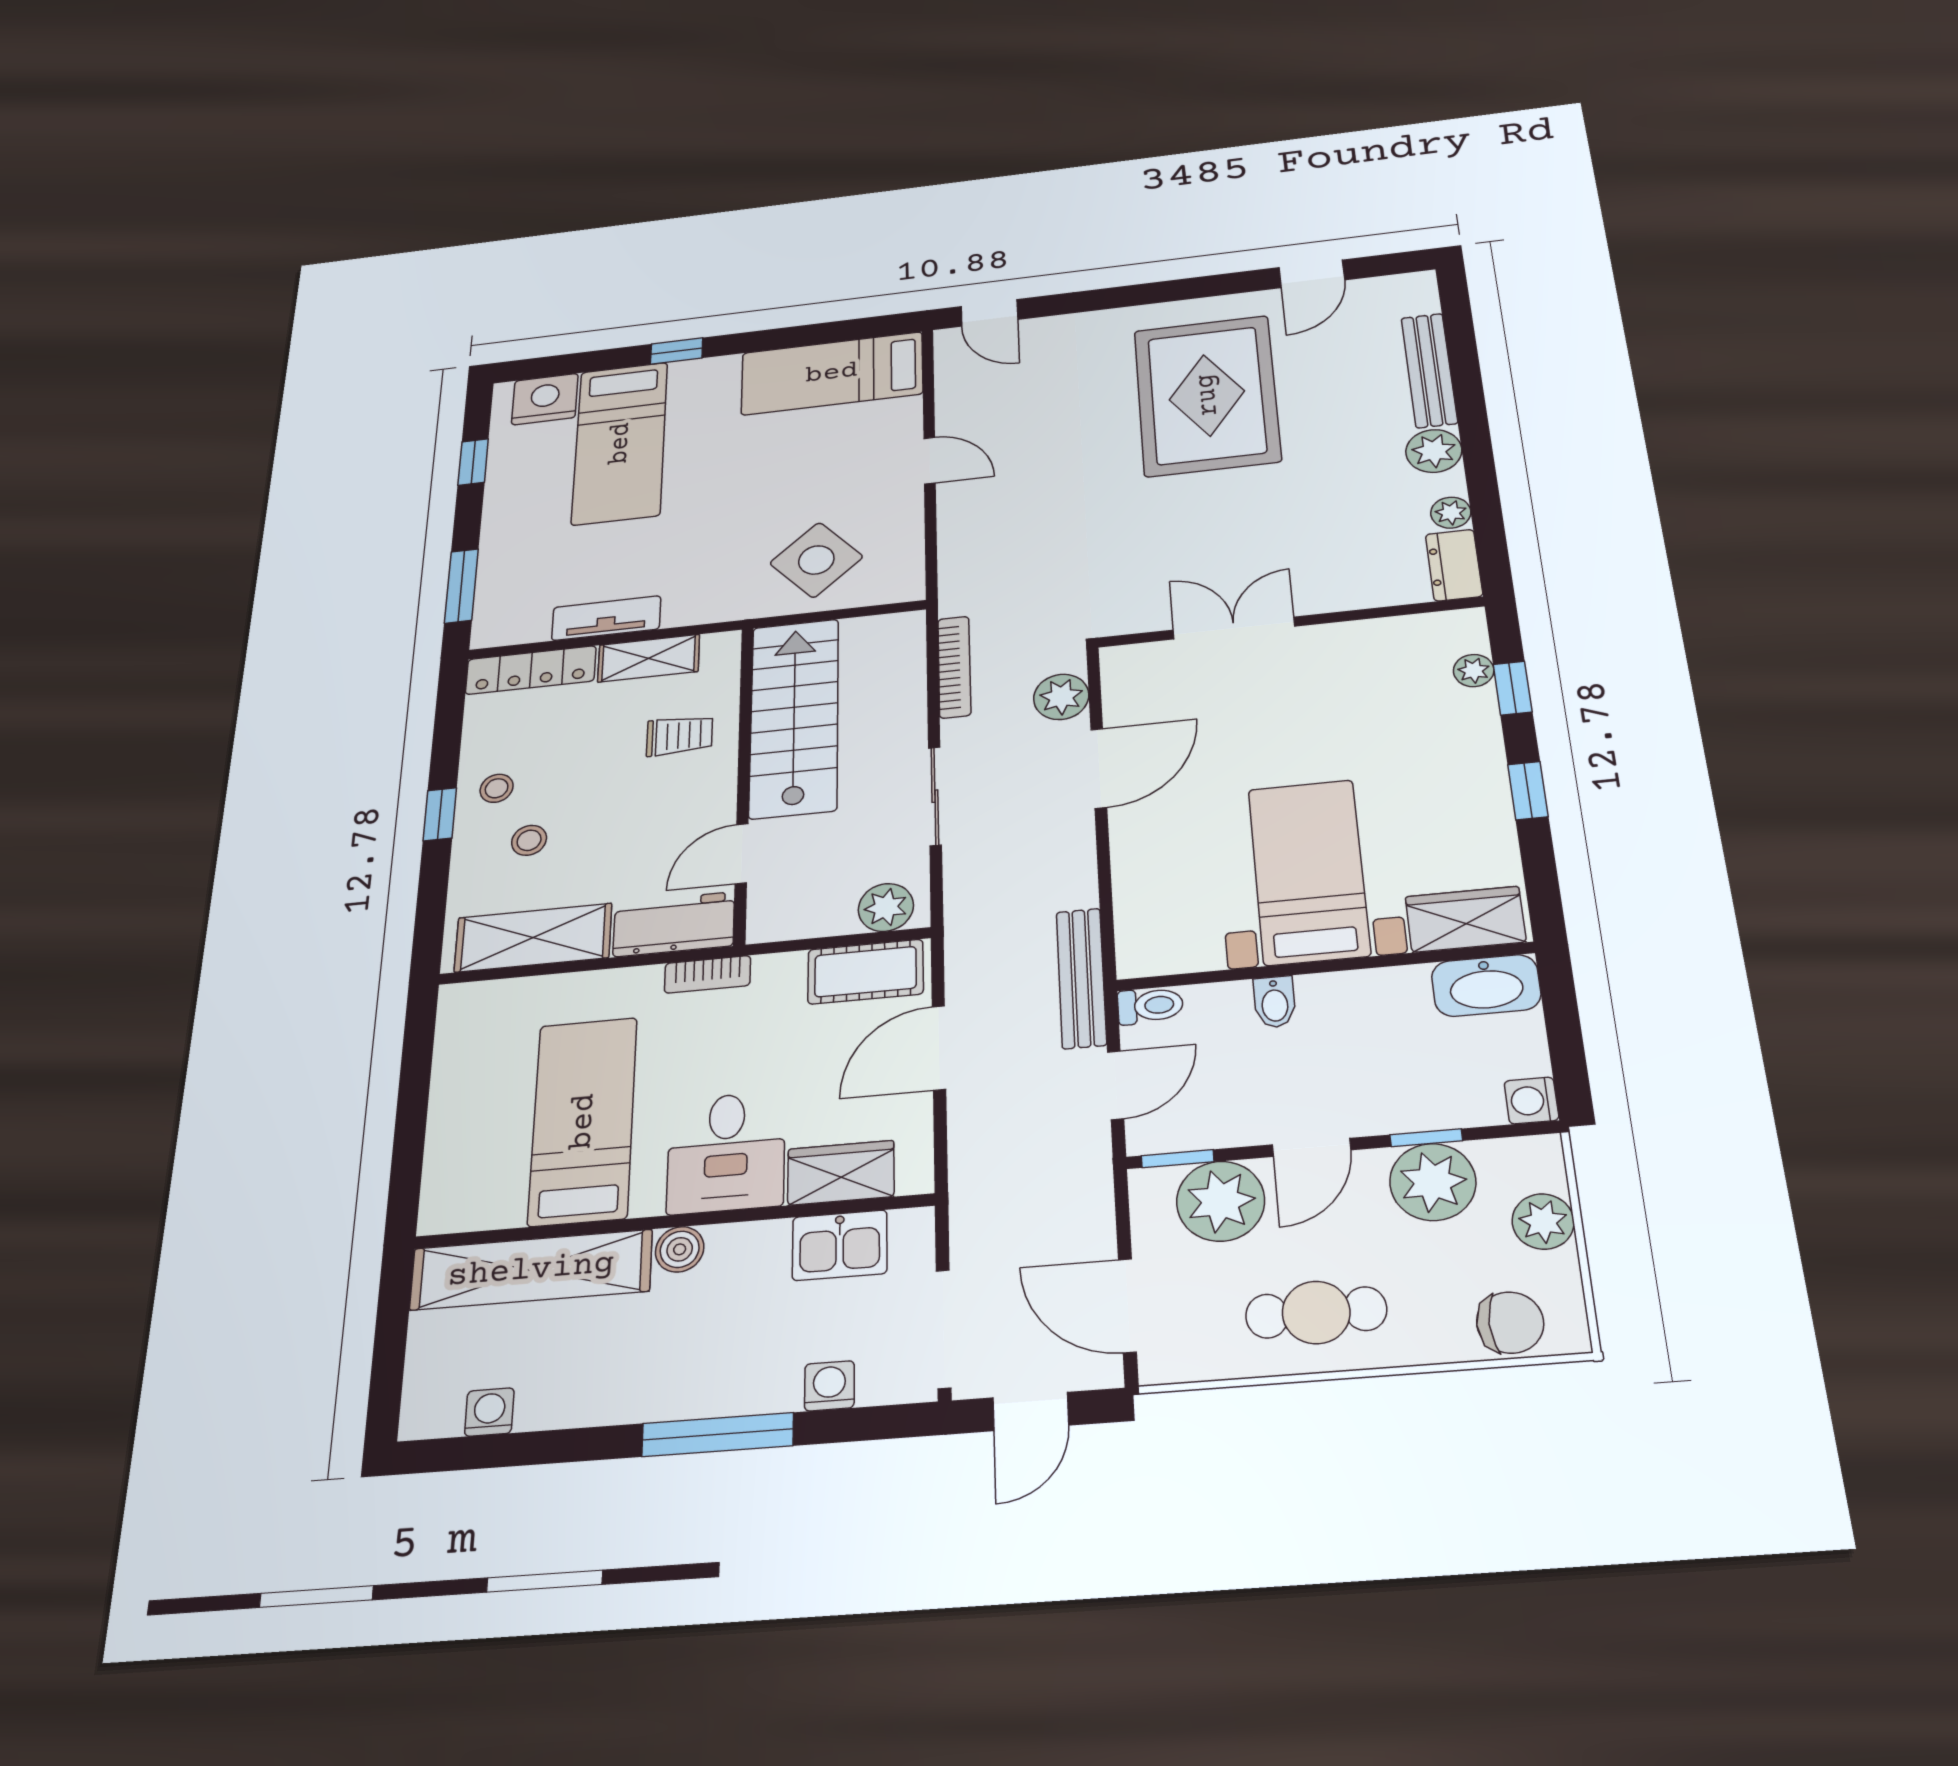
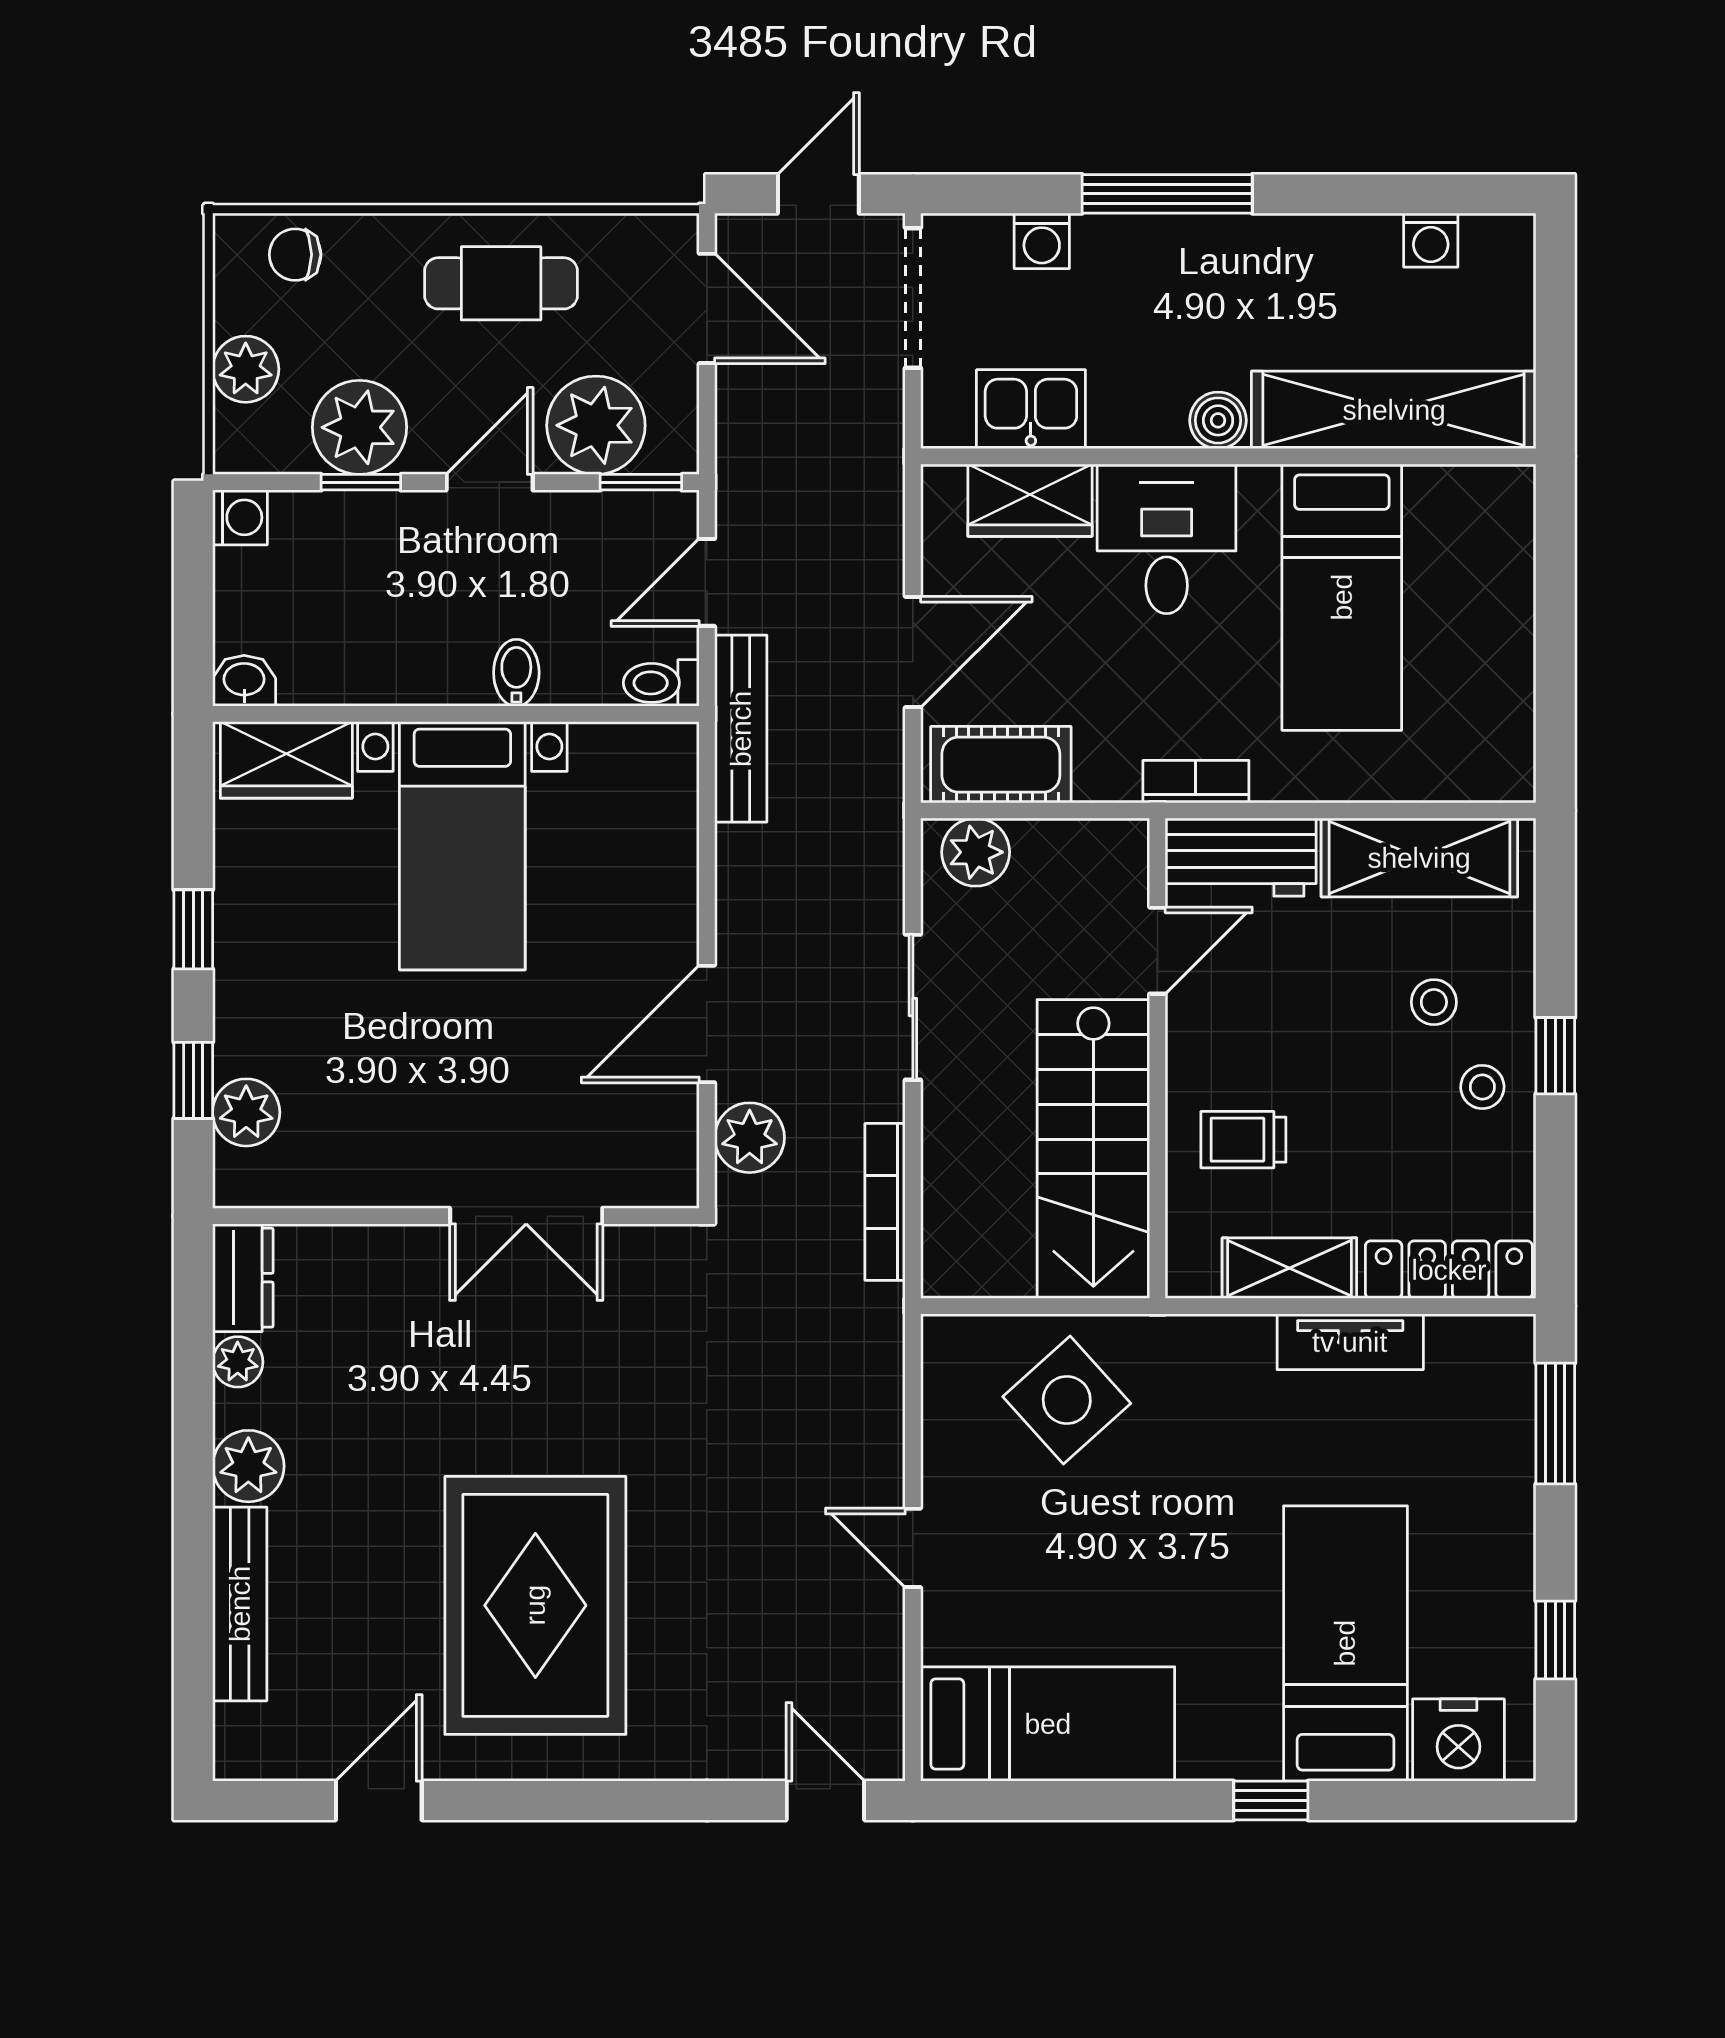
plant: (1474, 671) -> (246, 1112), width x1.38, depth x1.38
washbasin: (1486, 985) -> (244, 681), width x0.52, depth x0.69
chair: (1510, 1323) -> (295, 255), width x0.73, depth x0.73

